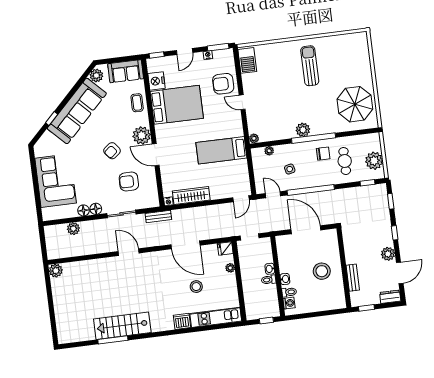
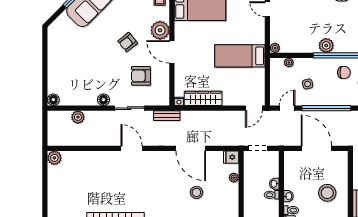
corner sofa: (56, 181) -> (66, 65), removed
door: (273, 195) -> (287, 108), hinge flipped
floor lamp: (84, 210) -> (53, 100), moved

